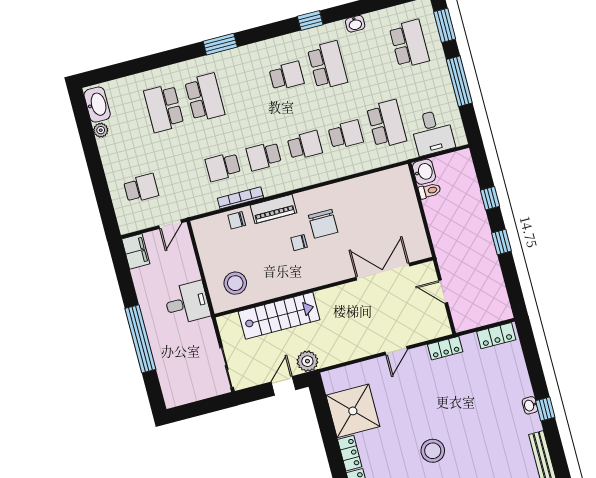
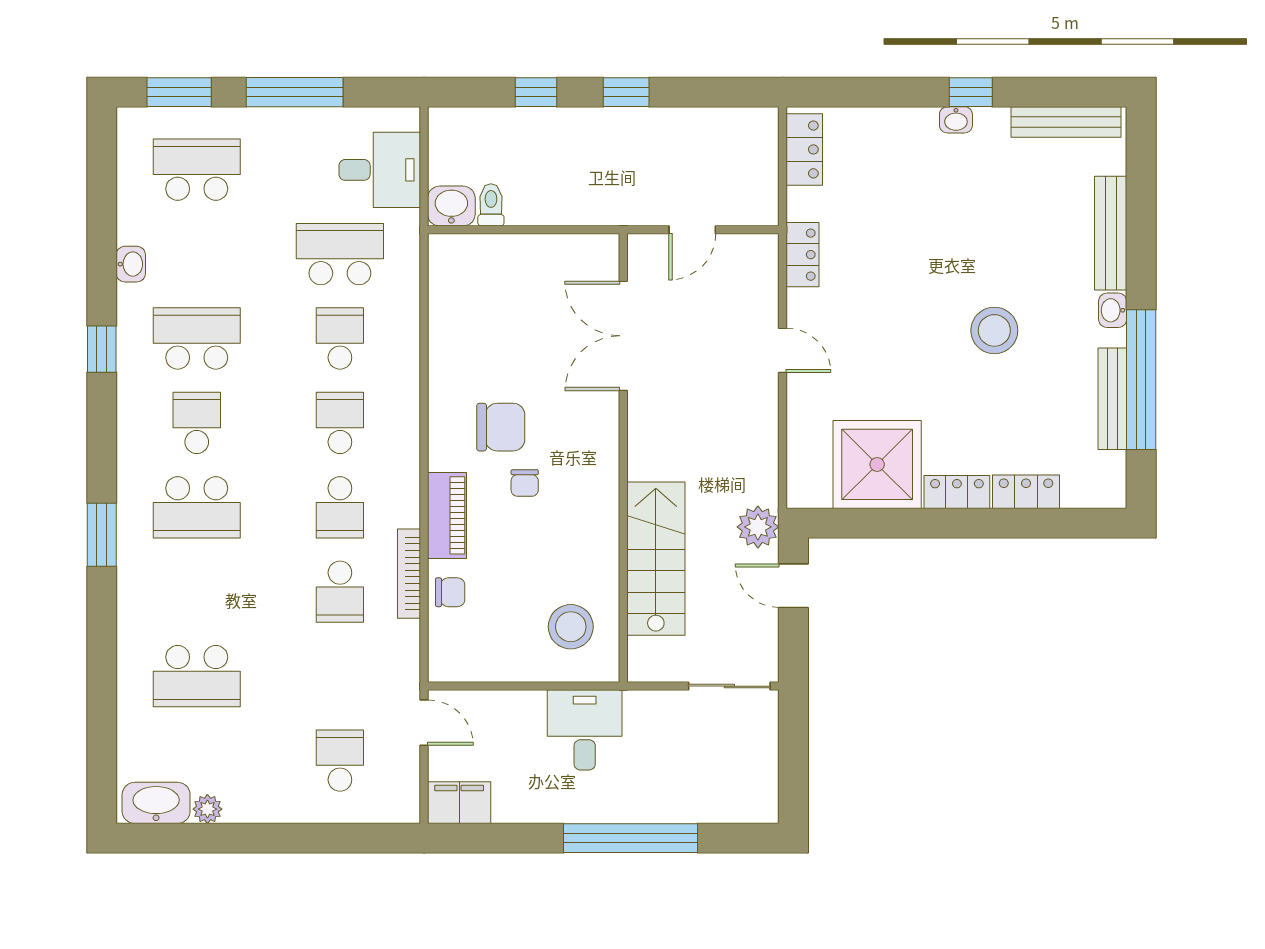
school desk: (205, 97) -> (197, 507), moved, turned 180
chair: (237, 220) -> (450, 592), turned -90

